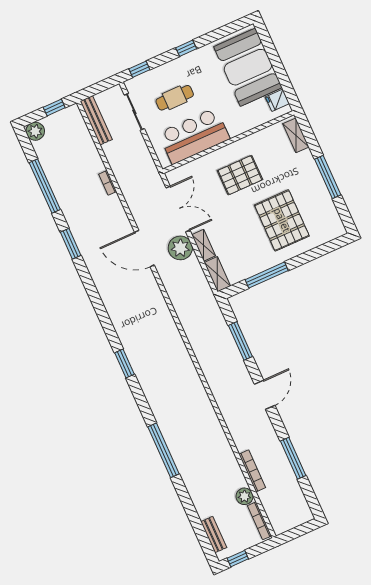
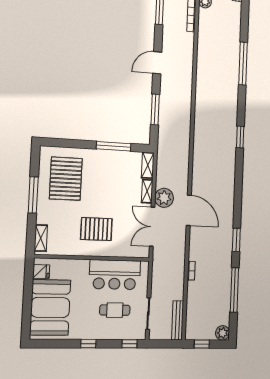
pallet: (282, 220) -> (66, 179), moved

